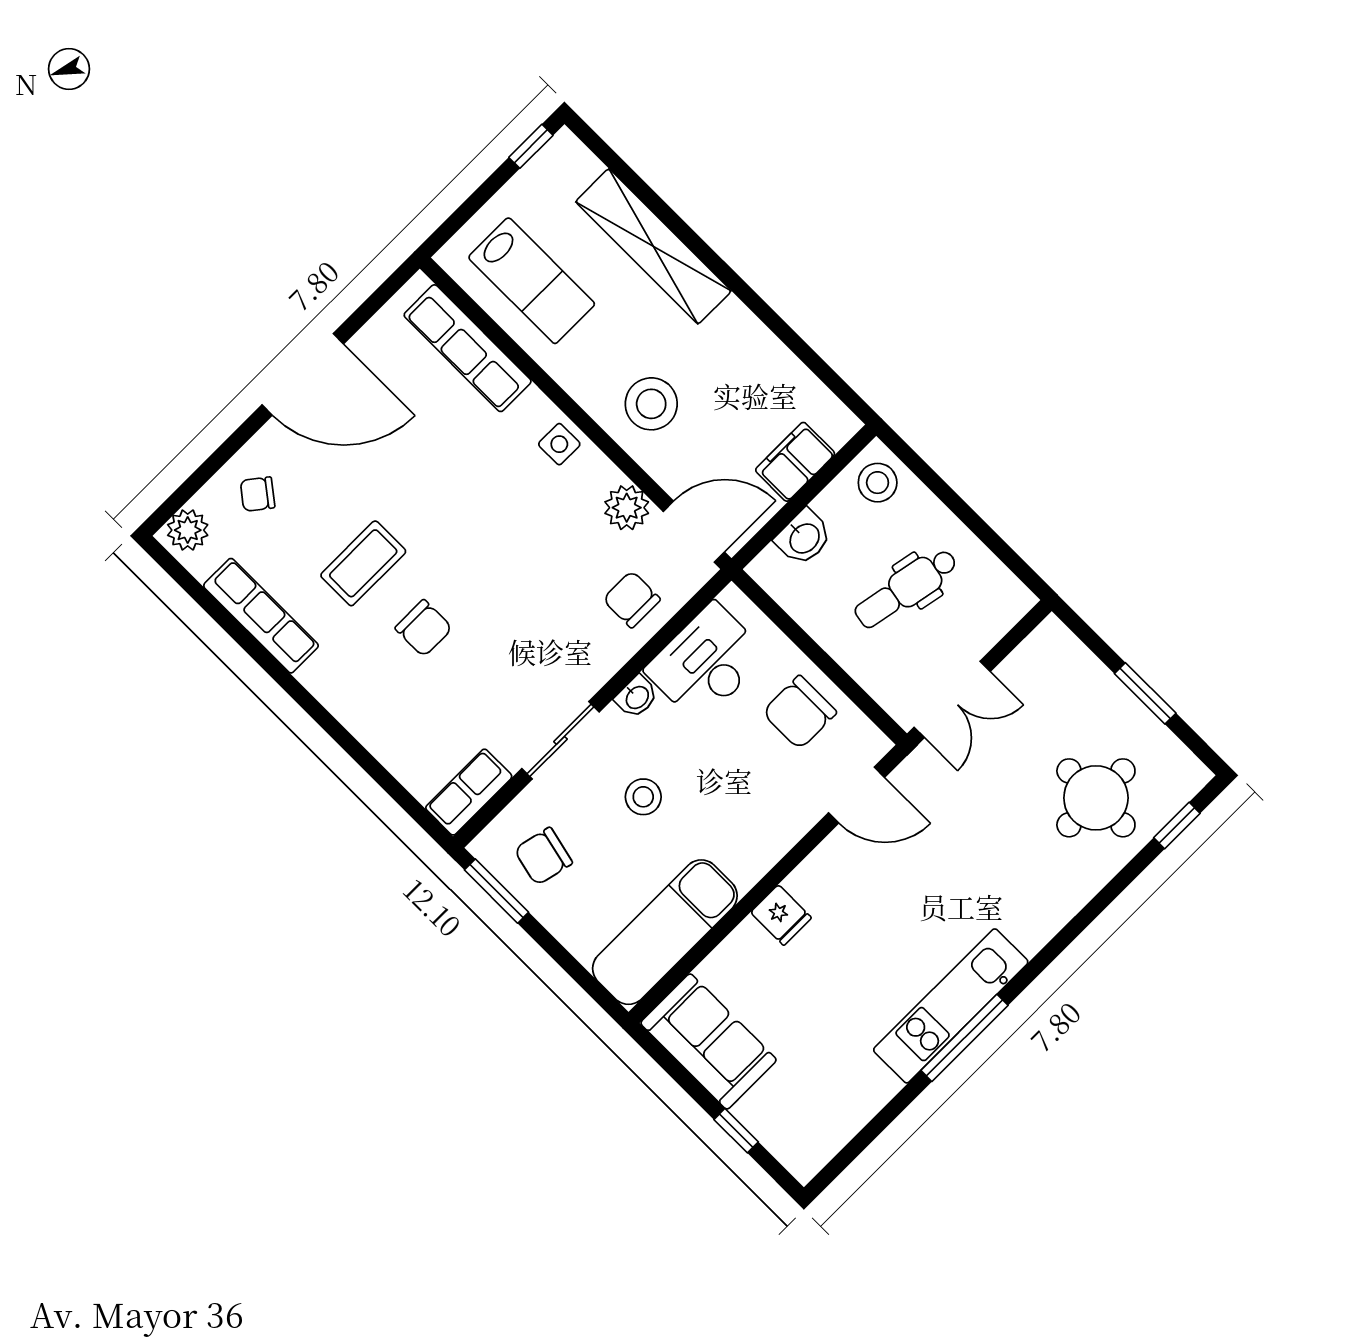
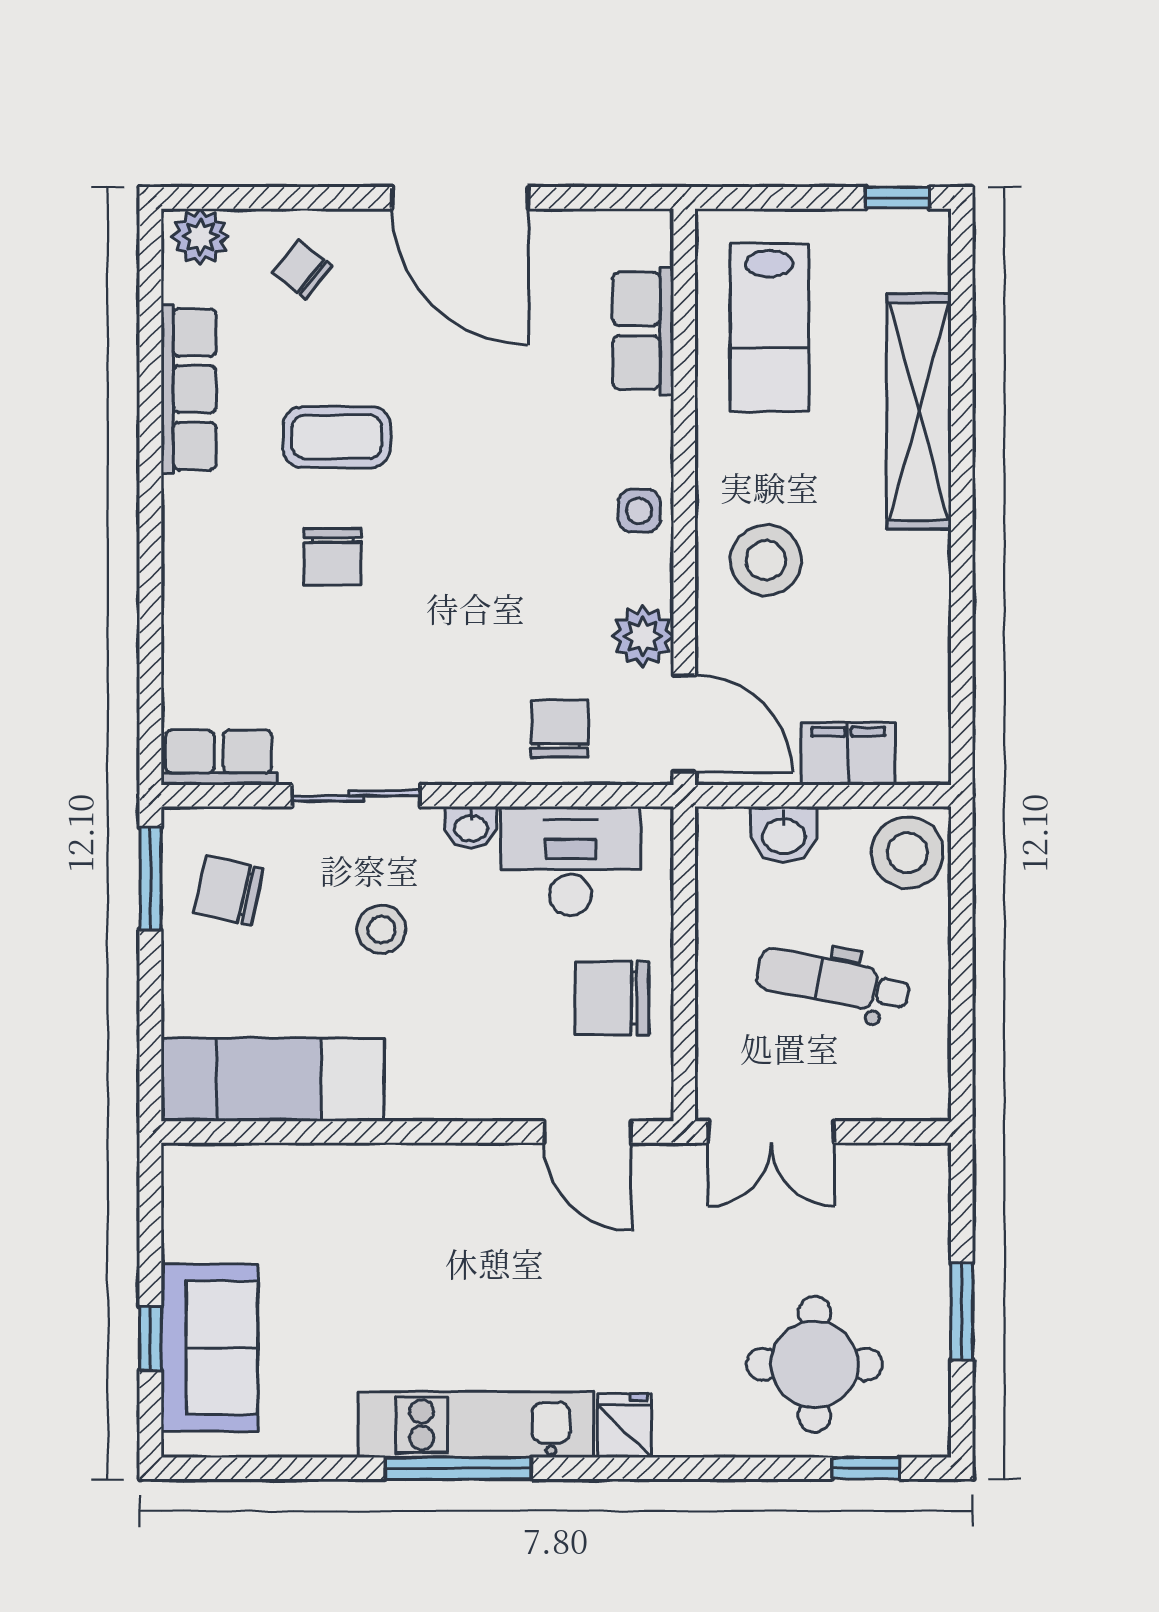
row of seats: (468, 348) -> (643, 331), width x0.68
stool: (878, 483) -> (907, 853), width x1.38, depth x1.38
fridge: (781, 915) -> (624, 1425), moved, turned 180
sofa: (709, 1041) -> (209, 1348), moved

